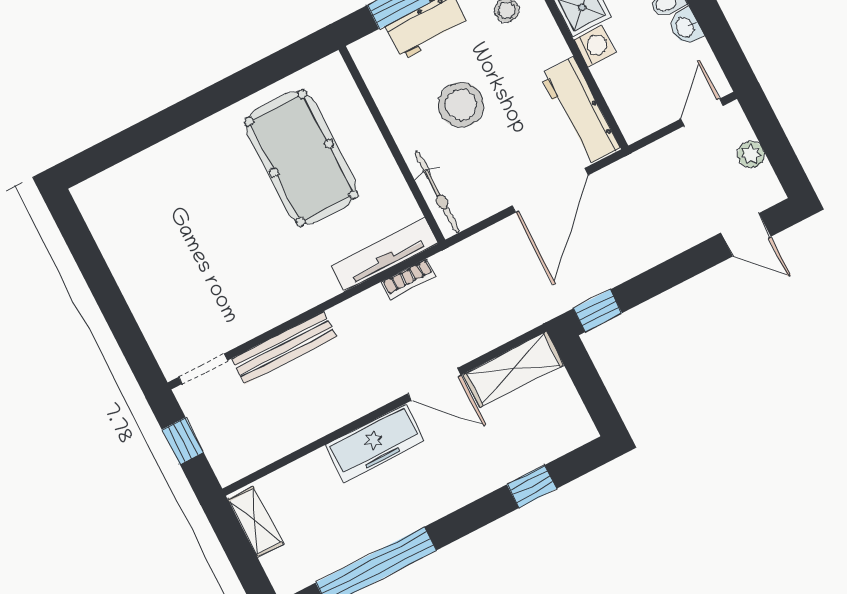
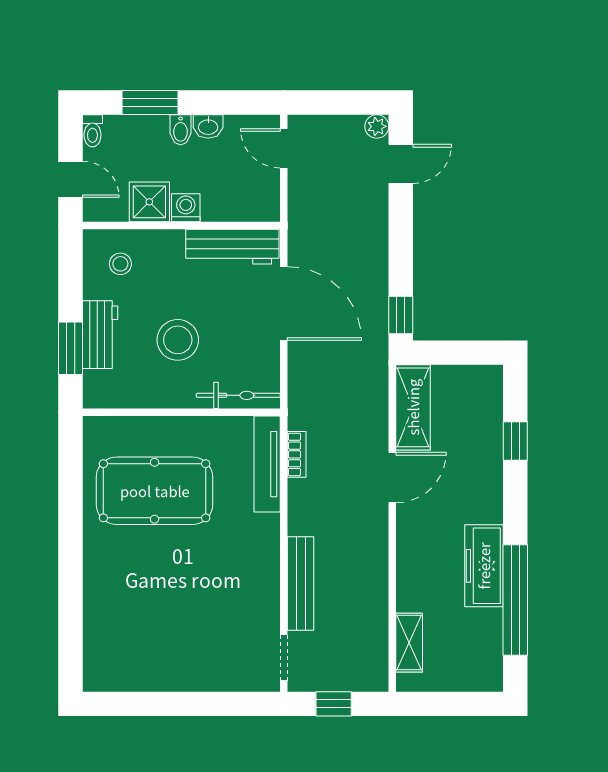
plant: (751, 154) -> (377, 126), moved
freezer: (375, 443) -> (484, 566), moved, turned 180
shelving: (255, 521) -> (409, 643), moved, turned 90

